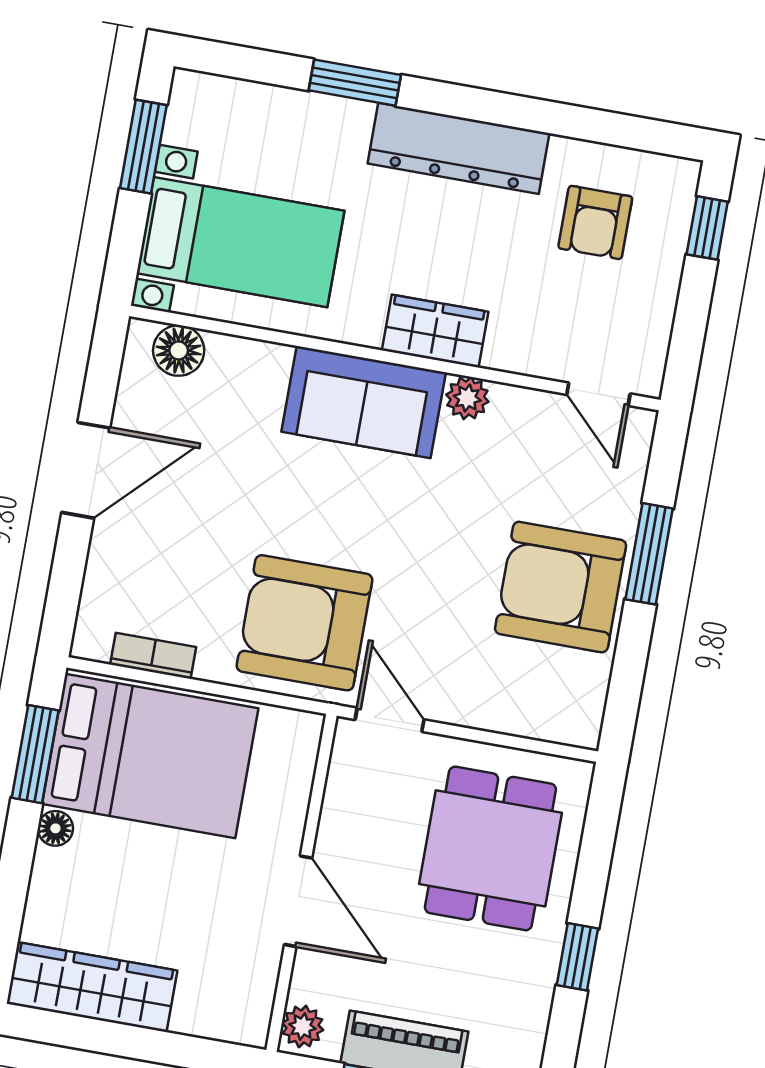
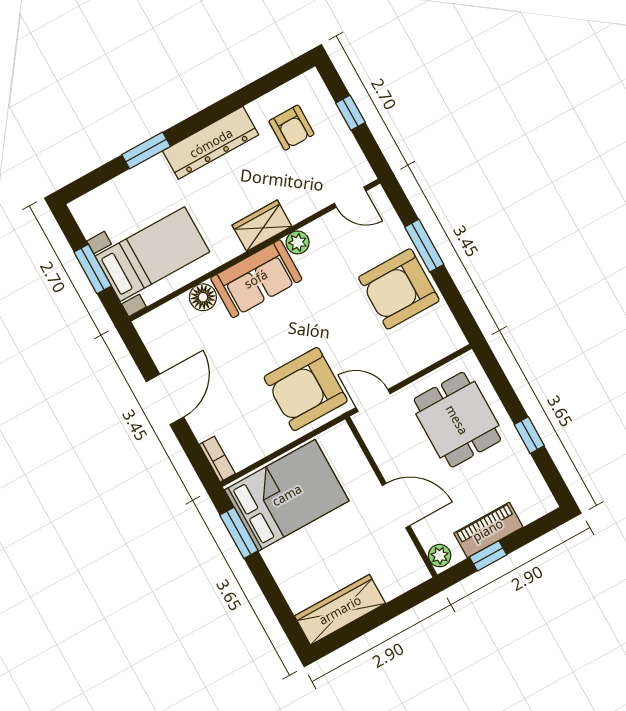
window: (143, 147) -> (93, 269), moved
window: (707, 228) -> (351, 113), moved
floor lamp: (179, 350) -> (203, 297), moved
bookcase: (153, 656) -> (217, 459), moved, turned 90
floor lamp: (55, 828) -> (272, 557), removed

